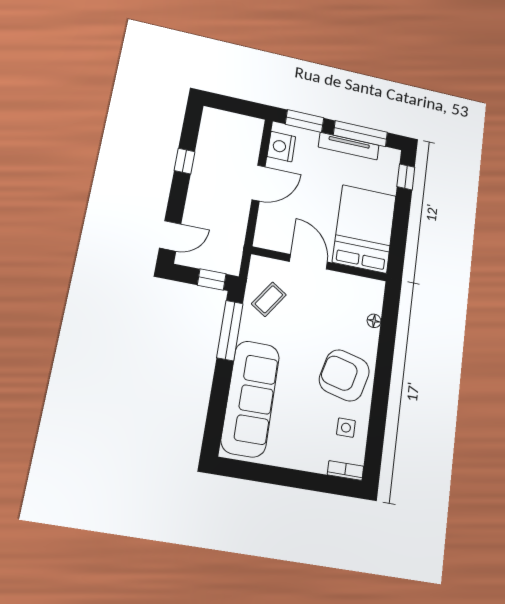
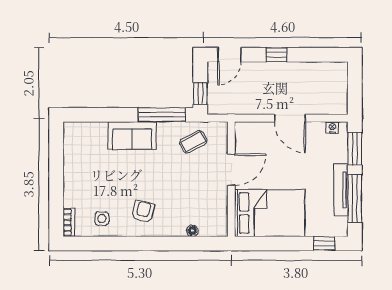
nightstand: (281, 147) -> (332, 128), width x0.53, depth x0.56
window: (184, 161) -> (276, 55), moved
door: (170, 236) -> (229, 55), hinge flipped
coffee table: (269, 299) -> (193, 142), turned -61
armchair: (344, 375) -> (143, 212), width x0.53, depth x0.53
sofa: (250, 398) -> (132, 136), width x0.54, depth x0.79

